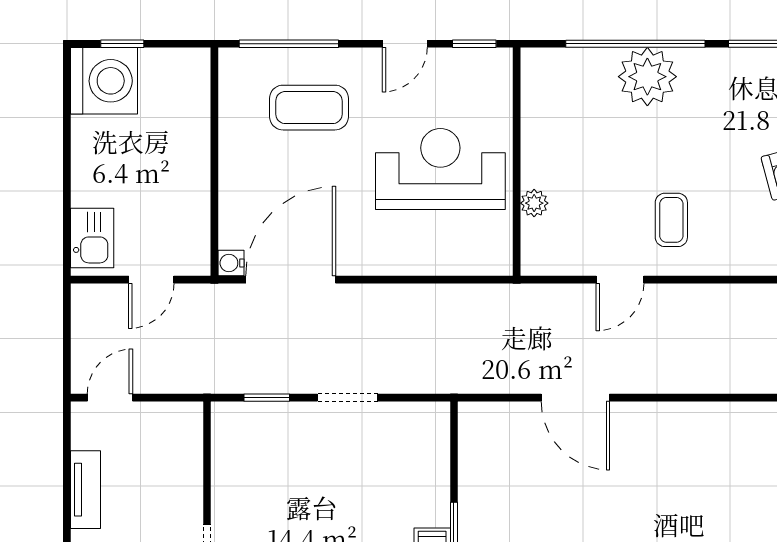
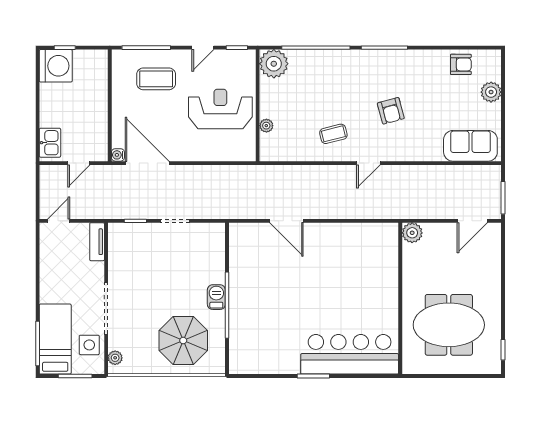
plant: (647, 77) -> (274, 64), moved
coffee table: (671, 220) -> (333, 134), turned 76
door: (291, 280) -> (147, 163), hinge flipped
door: (620, 280) -> (368, 163), moved
tv unit: (85, 490) -> (97, 242), moved, turned 180

